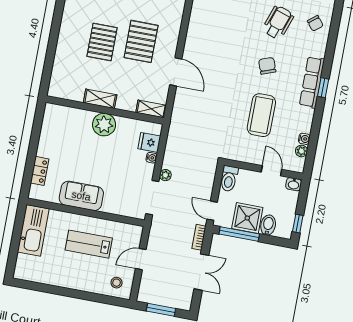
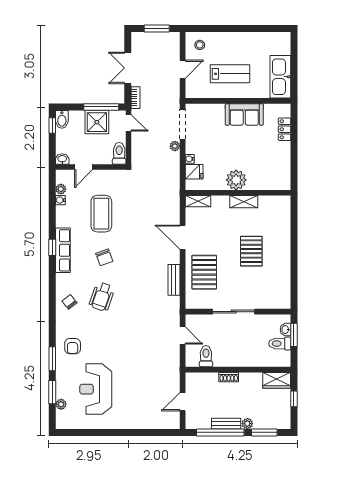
bench: (194, 26) -> (174, 280), added
pallet: (141, 41) -> (204, 272), moved
door: (271, 171) -> (84, 167), hinge flipped
bidet: (268, 225) -> (62, 119), moved

